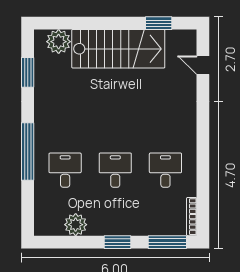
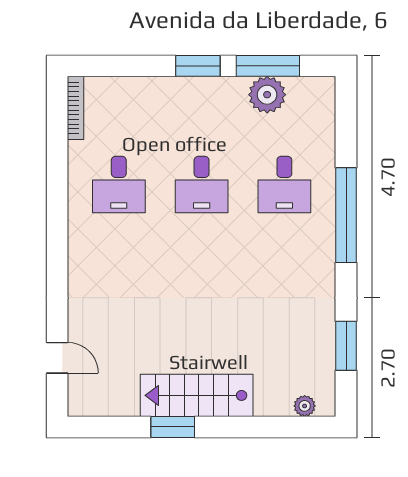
window: (159, 23) -> (173, 427), moved
plant: (59, 42) -> (305, 406), width x0.53, depth x0.53
stairs: (118, 49) -> (197, 395), width x0.73, depth x0.66
window: (167, 242) -> (268, 66), moved

